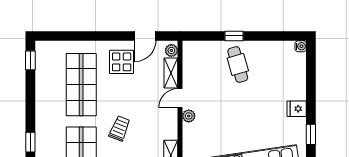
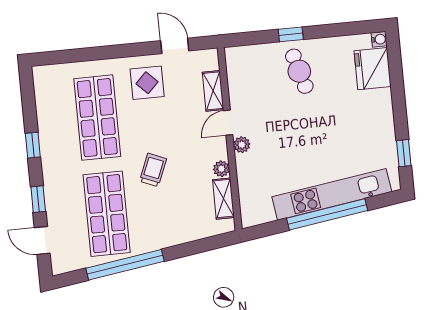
door: (145, 36) -> (175, 46), swing flipped
plant: (171, 50) -> (221, 169), moved
window: (30, 60) -> (33, 145), moved
fridge: (297, 109) -> (373, 69), moved, width x1.88, depth x1.34

